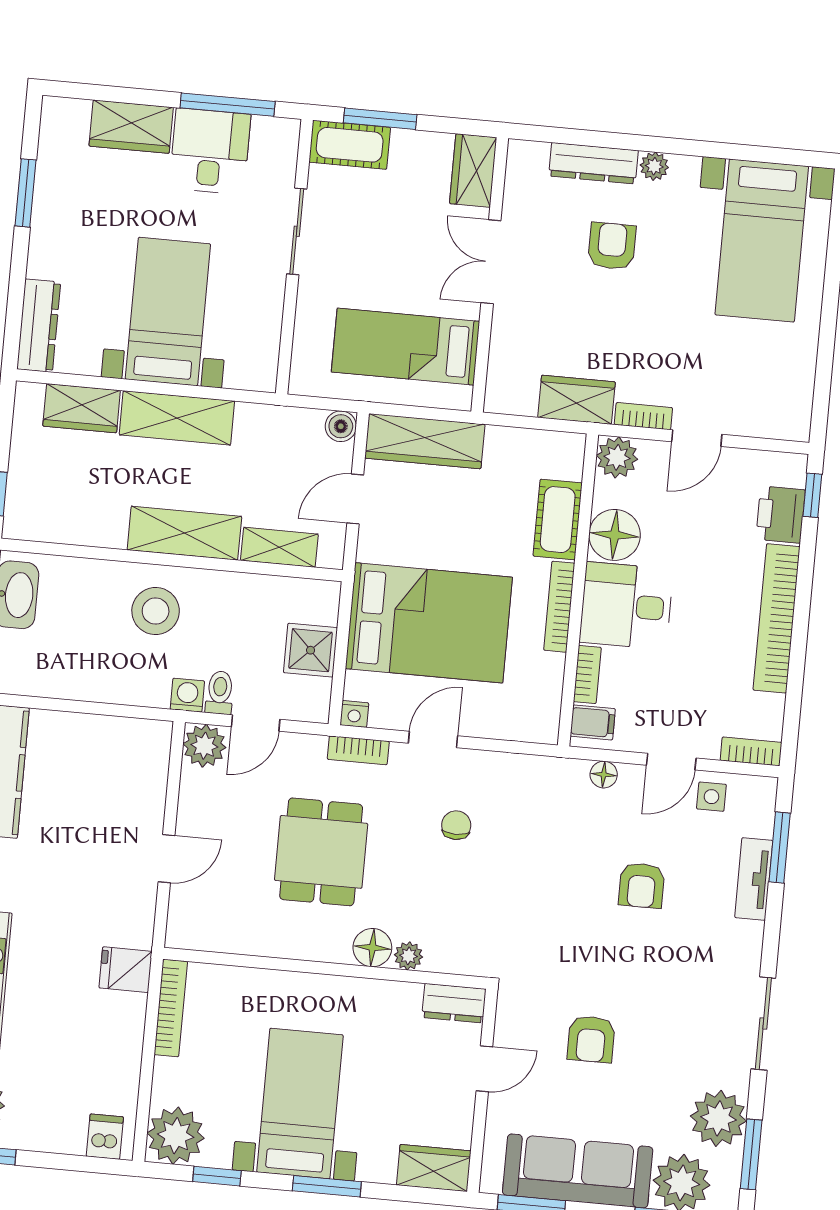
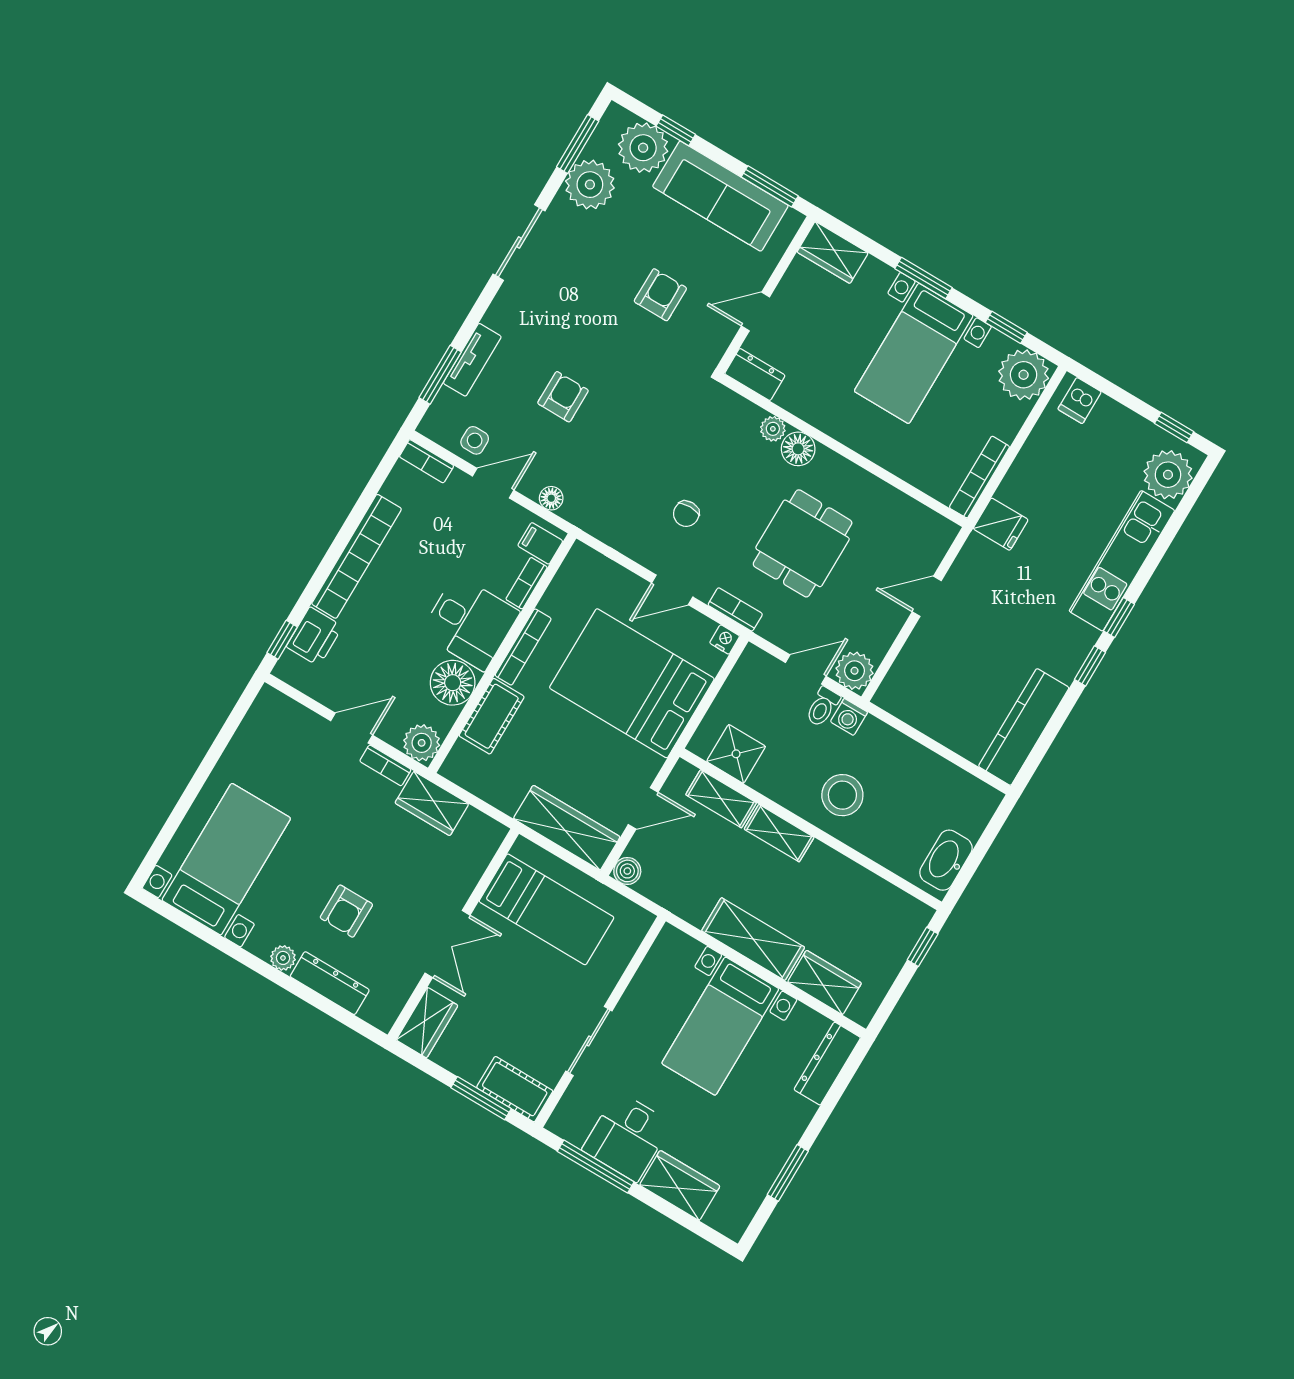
shelving: (184, 533) -> (779, 833), width x0.67, depth x0.75
shower: (311, 650) -> (736, 754), moved

